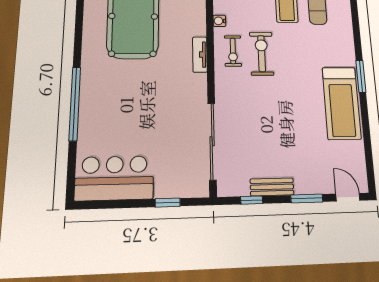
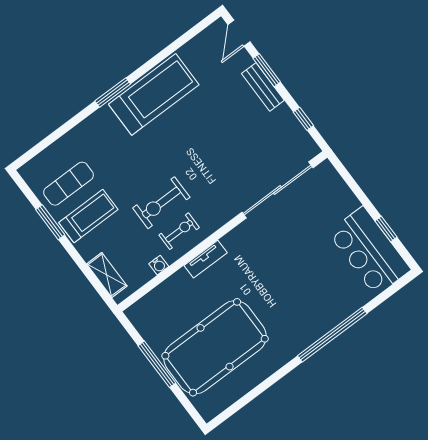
bench: (272, 187) -> (263, 87), moved
window: (168, 203) -> (386, 229), moved

